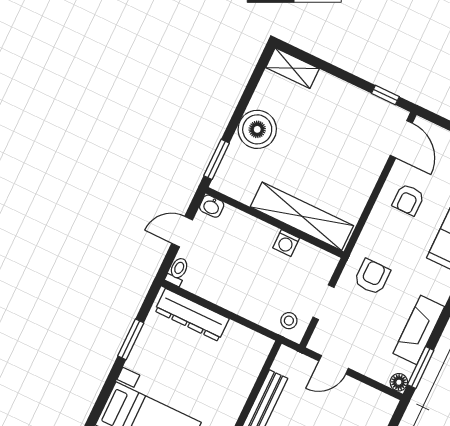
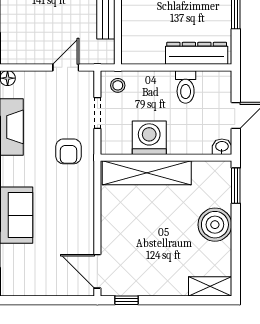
armchair: (408, 200) -> (69, 226), removed
washing machine: (286, 243) -> (149, 138), width x1.89, depth x1.89
toilet: (178, 271) -> (186, 87), moved, width x1.37, depth x1.39

